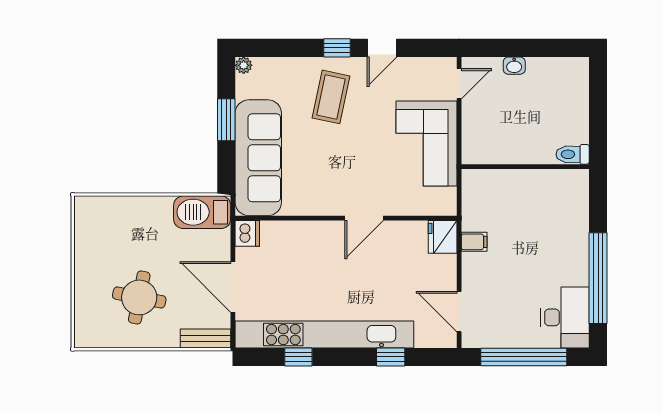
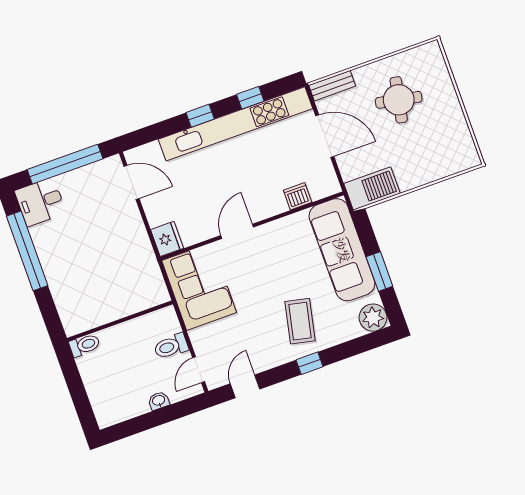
door: (382, 48) -> (245, 386), moved
plant: (244, 65) -> (373, 318), width x1.88, depth x1.88
toilet: (480, 120) -> (171, 346), added
corner sofa: (426, 143) -> (199, 287), moved
dishwasher: (247, 233) -> (298, 196), moved, turned 90
filing cabinet: (474, 242) -> (140, 244), removed
desk: (565, 317) -> (40, 202), width x0.73
window: (391, 357) -> (200, 116), moved

